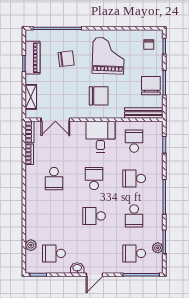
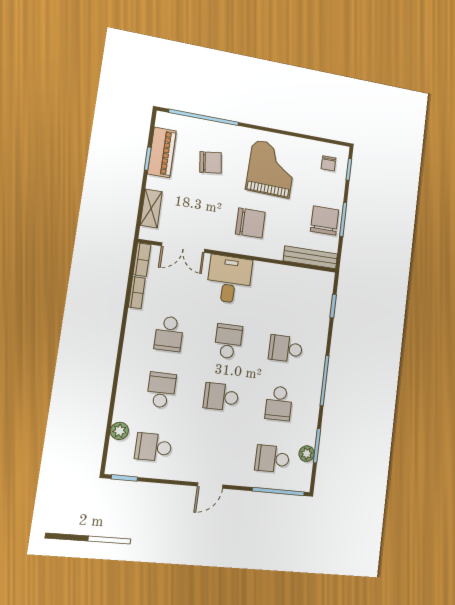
desk: (100, 137) -> (229, 279), moved
school desk: (134, 141) -> (161, 390), moved
washbasin: (77, 268) -> (186, 473), removed

